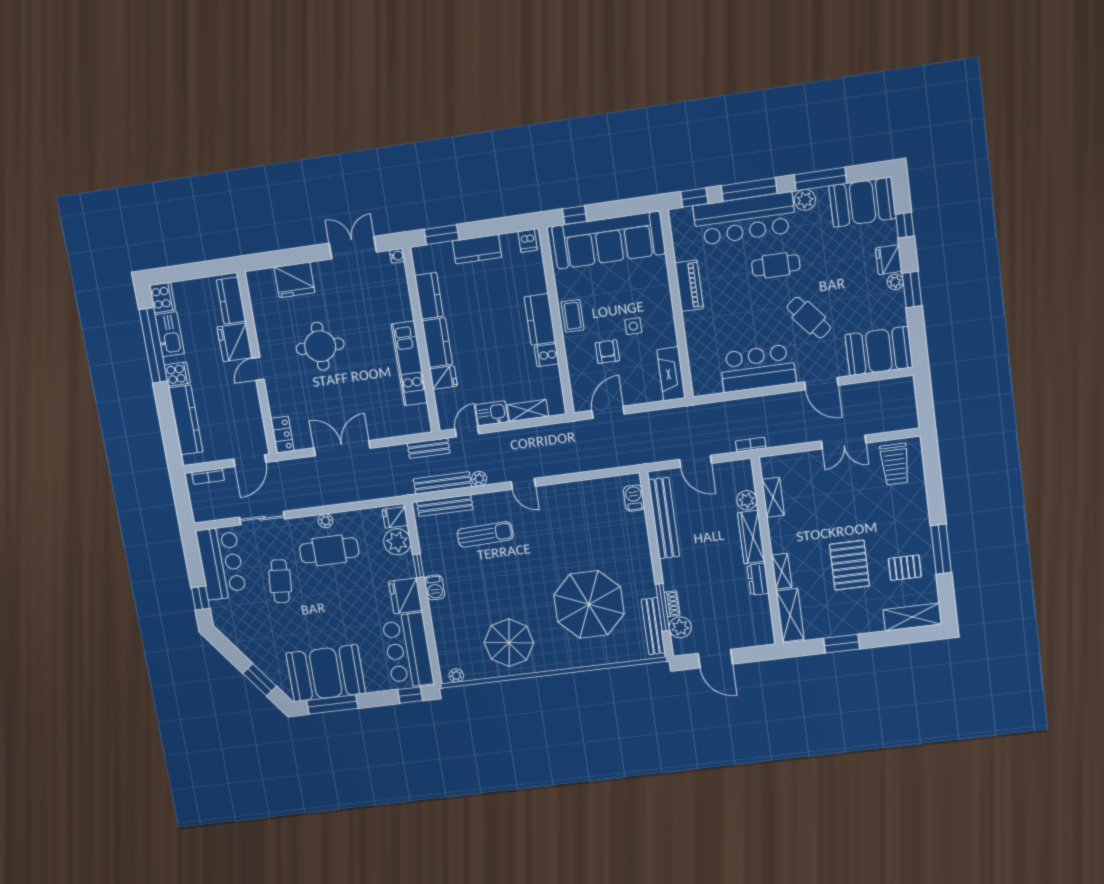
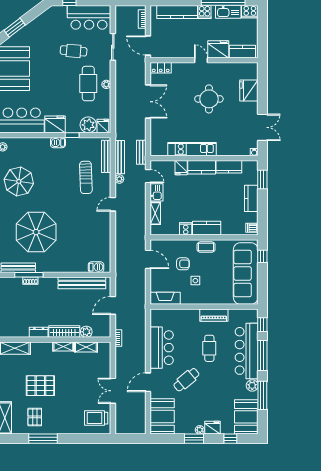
cafe table: (776, 265) -> (209, 348), moved
shelving: (782, 571) -> (63, 346), moved
plant: (680, 627) -> (16, 283), removed

